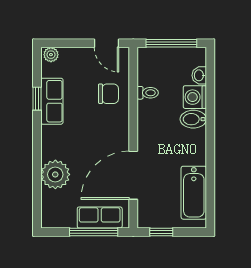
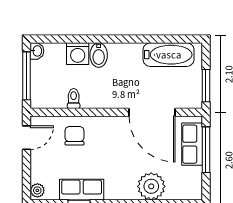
washbasin: (199, 75) -> (37, 51), moved, turned -90
window: (161, 232) -> (206, 86), width x1.50

